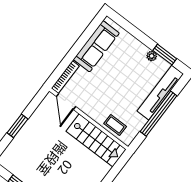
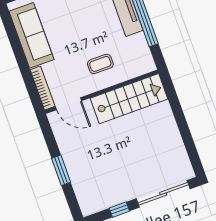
coffee table: (115, 125) -> (100, 64), moved

